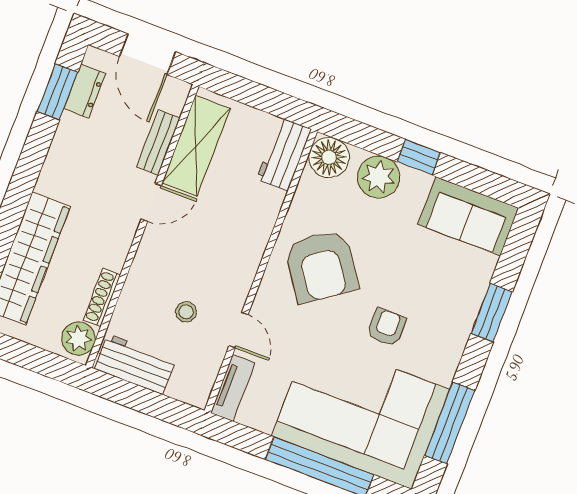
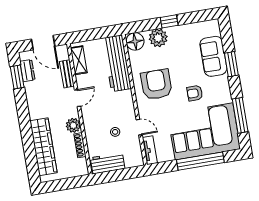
shelving: (196, 146) -> (79, 60), width x0.67, depth x0.75
workbench: (284, 154) -> (117, 63), width x1.88, depth x1.32
sofa: (468, 216) -> (213, 56), moved, turned 90
armchair: (321, 266) -> (156, 84), turned -145
armchair: (387, 327) -> (195, 93), turned -90
plant: (78, 339) -> (73, 125), moved

